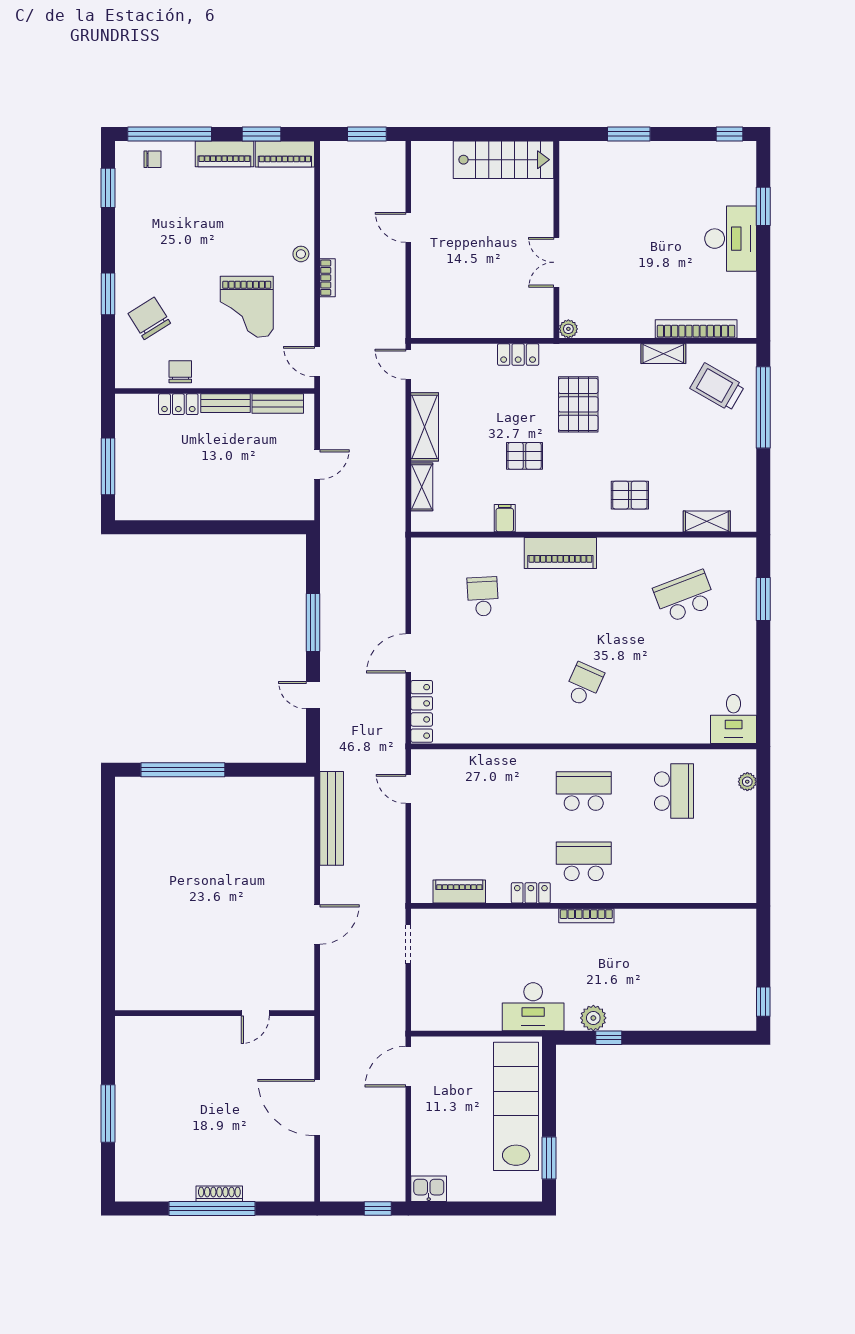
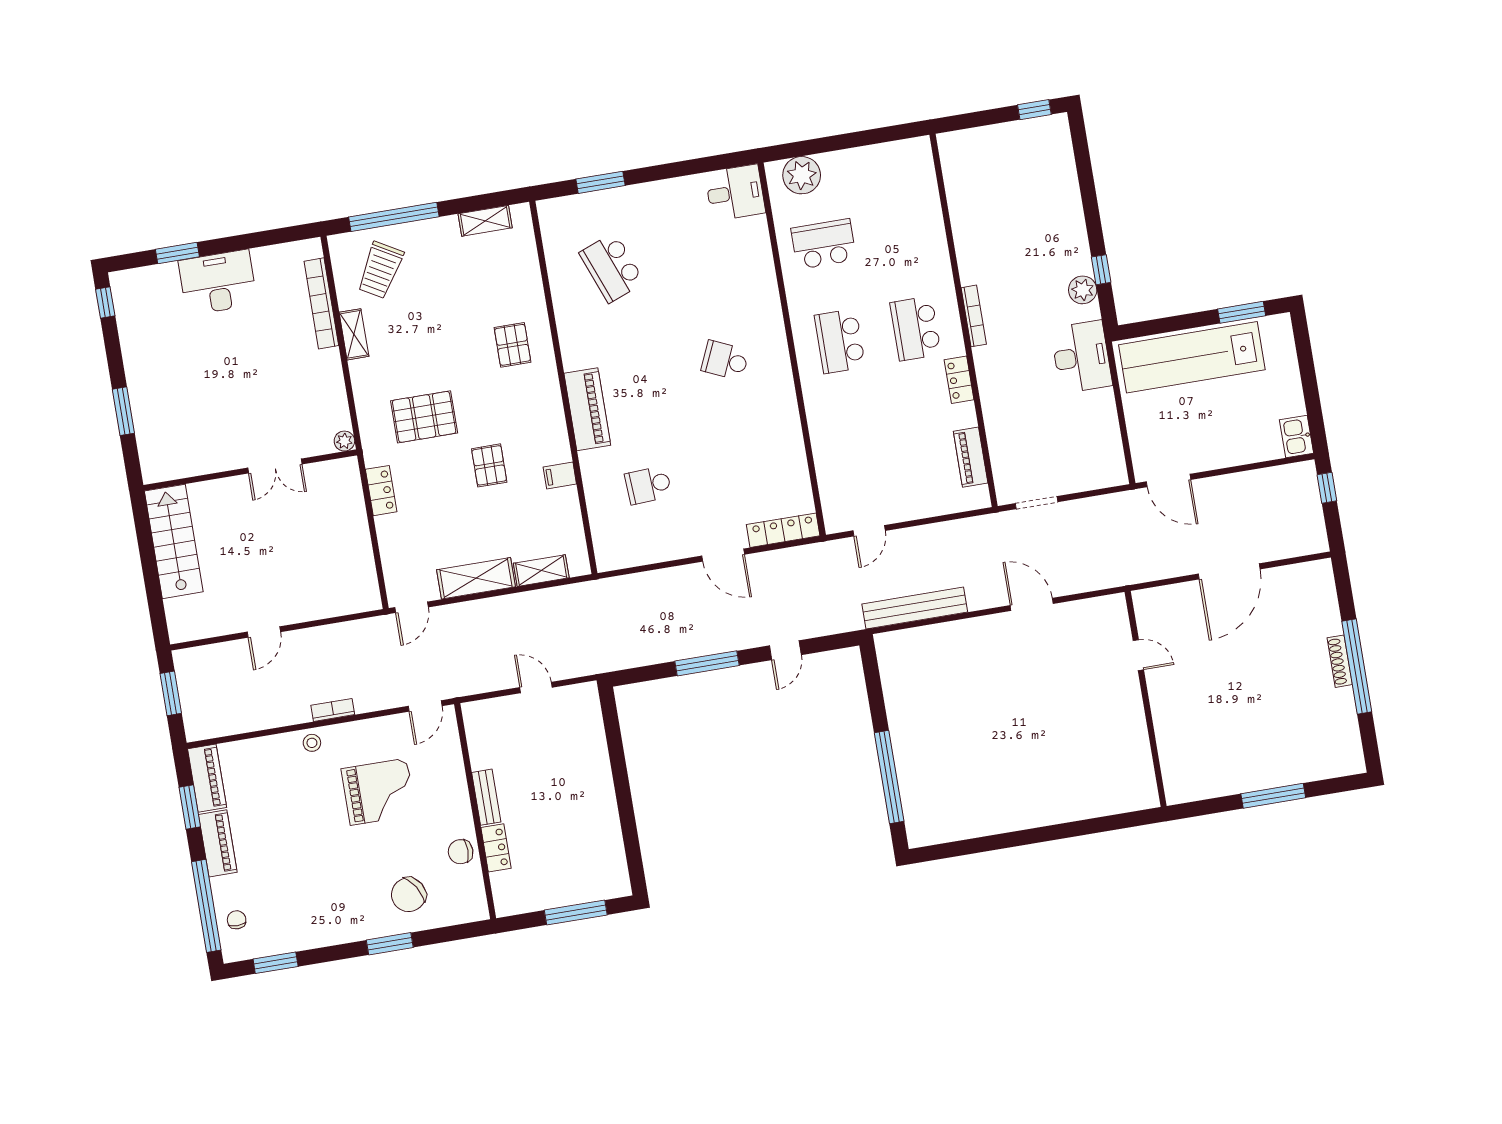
bench: (278, 404) -> (477, 741), removed
shelving: (707, 521) -> (485, 221), moved, turned 90
plant: (747, 782) -> (802, 175), width x1.87, depth x1.87

